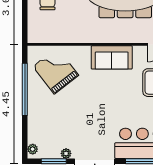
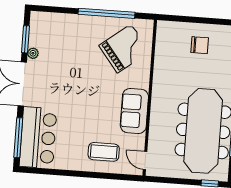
plant: (33, 149) -> (40, 17), removed

